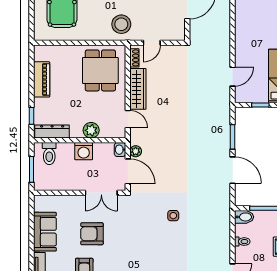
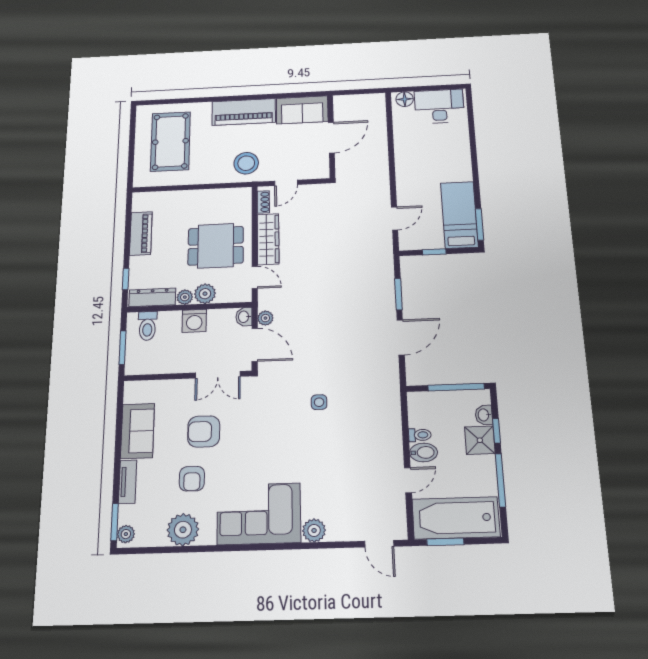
dining table: (100, 70) -> (216, 246), moved, turned 90
plant: (76, 132) -> (185, 297), added
door: (233, 170) -> (401, 337), hinge flipped
bidet: (244, 217) -> (423, 452), moved

